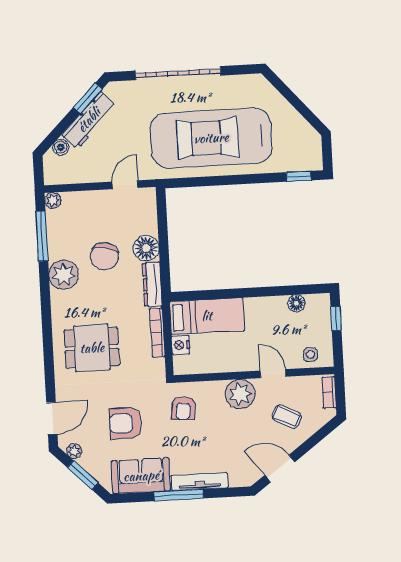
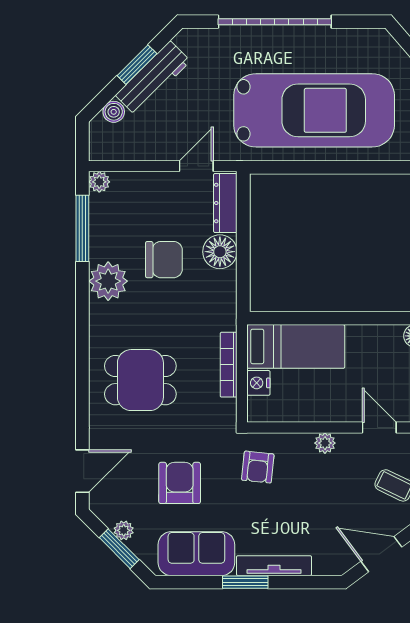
window: (88, 98) -> (137, 65), moved
car: (211, 138) -> (314, 110), turned 180
chair: (104, 256) -> (164, 260), turned -100
dresser: (152, 284) -> (225, 203), moved
plant: (240, 394) -> (325, 443), width x0.53, depth x0.53
armchair: (125, 423) -> (180, 483), turned 90
plant: (74, 451) -> (124, 530), moved
window: (179, 495) -> (245, 582), width x0.69

